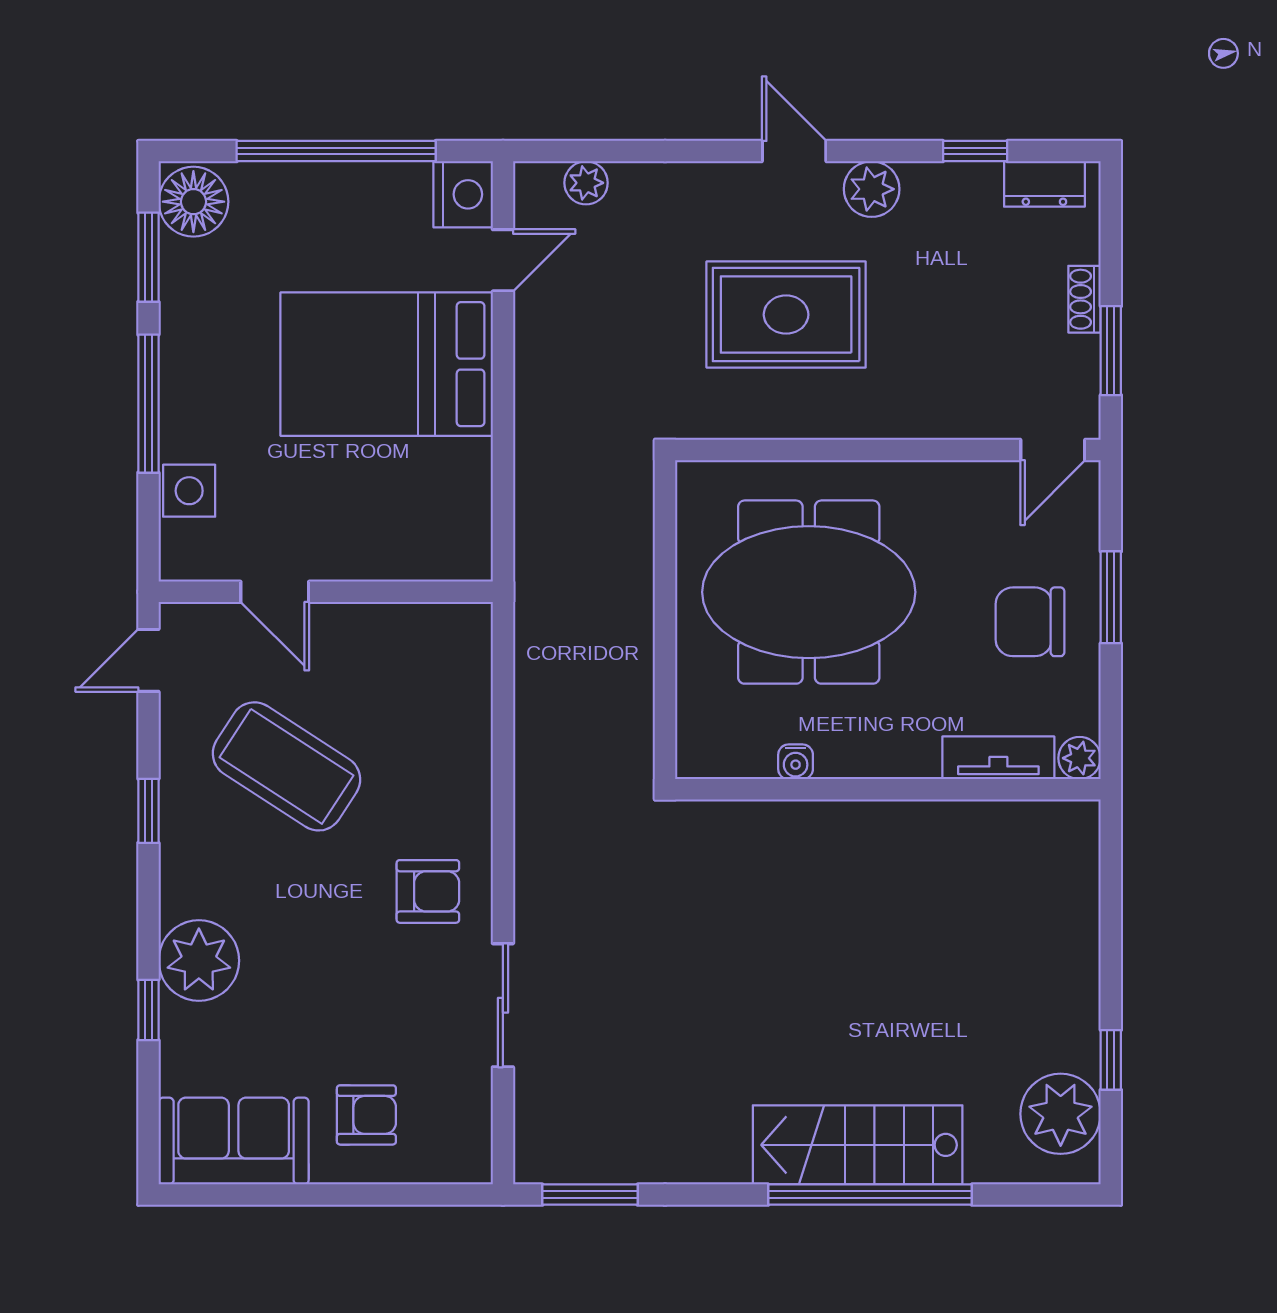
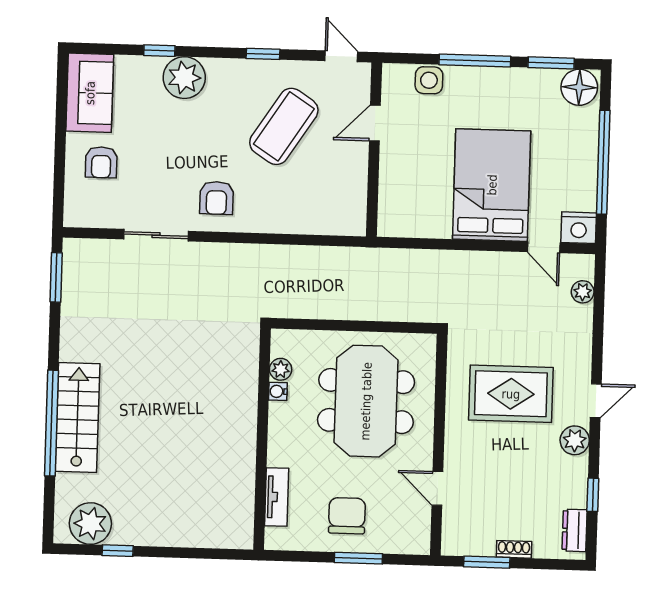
rug: (786, 315) -> (511, 394), turned 90
door: (1053, 450) -> (437, 488), moved
plant: (1080, 758) -> (281, 369), moved

